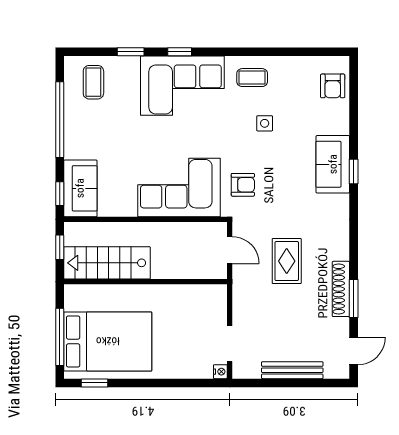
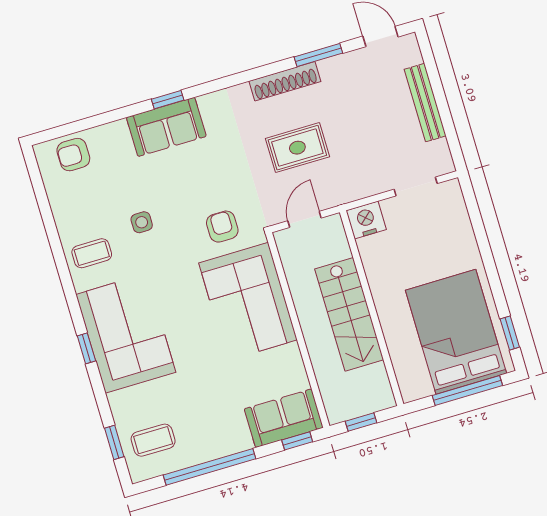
window: (131, 52) -> (114, 442), moved
coffee table: (252, 78) -> (92, 253), turned 90
armchair: (333, 86) -> (73, 155), turned 180
stairs: (107, 263) -> (349, 314), moved
shoe rack: (341, 289) -> (285, 81), moved
nightstand: (220, 372) -> (366, 220), moved, width x1.89, depth x1.79

